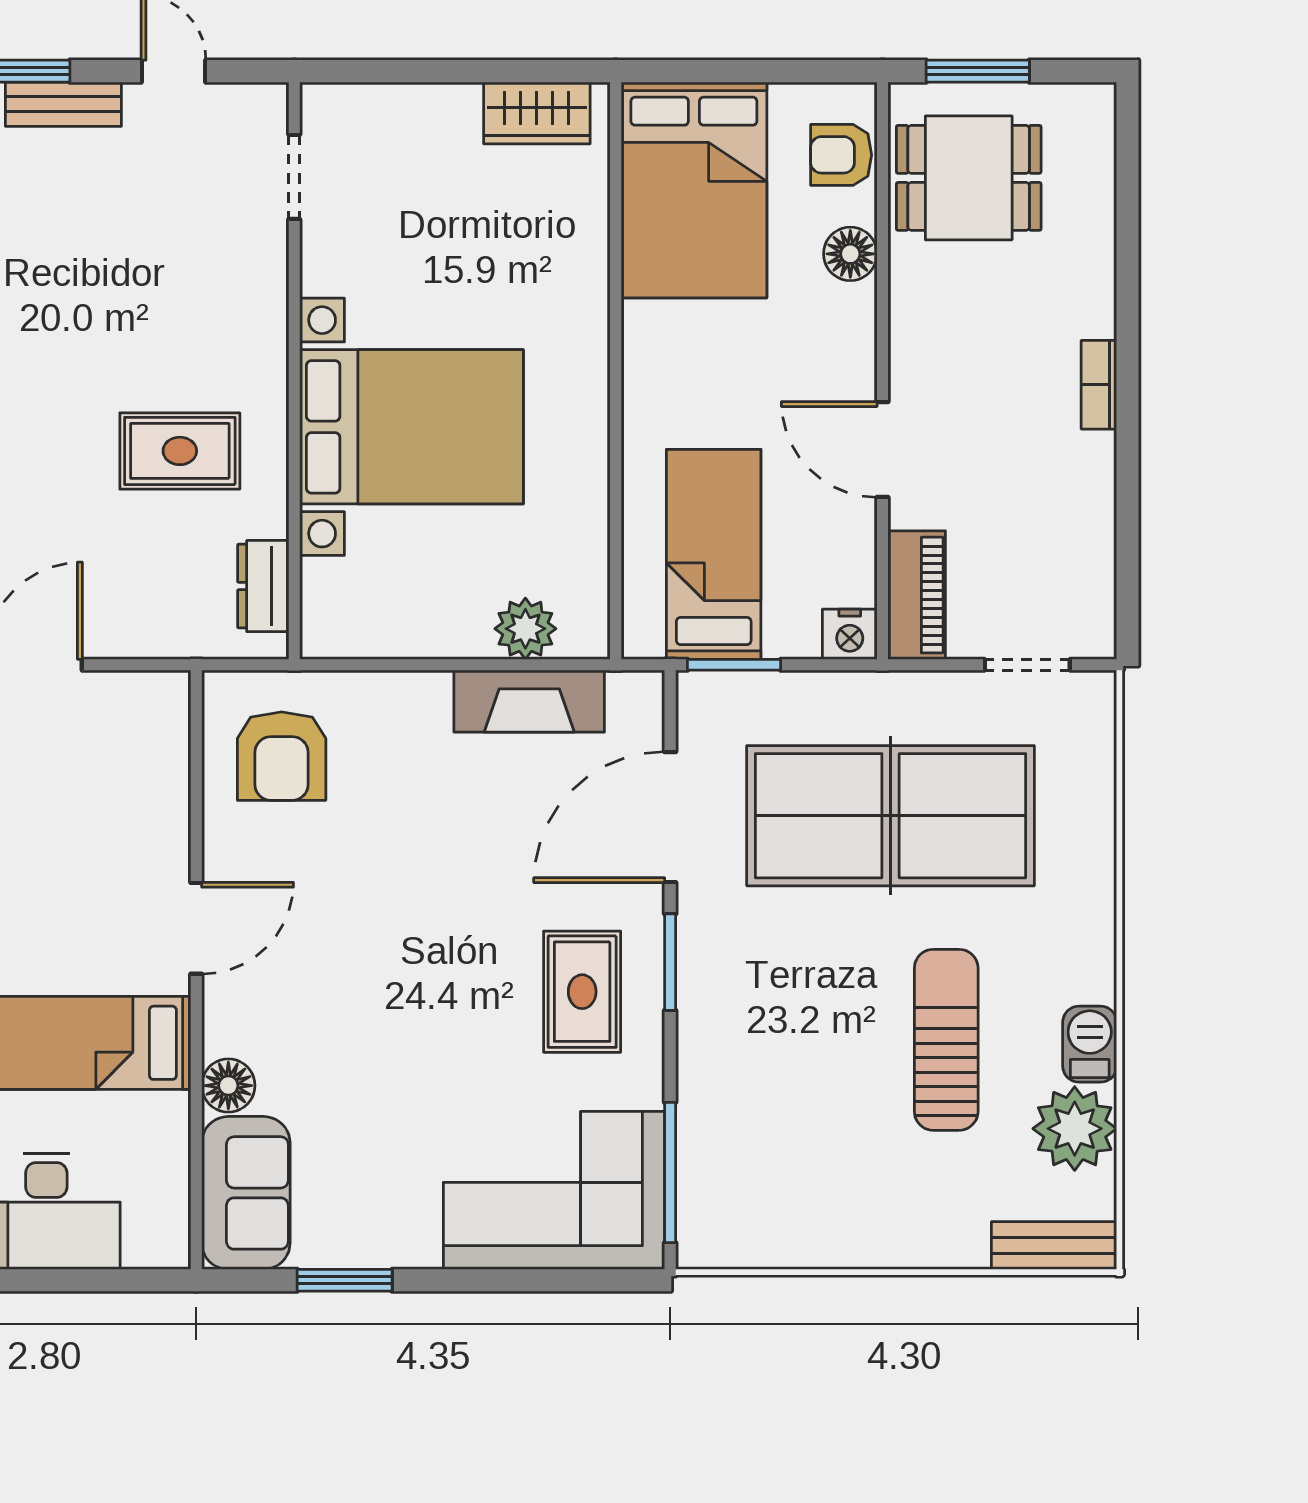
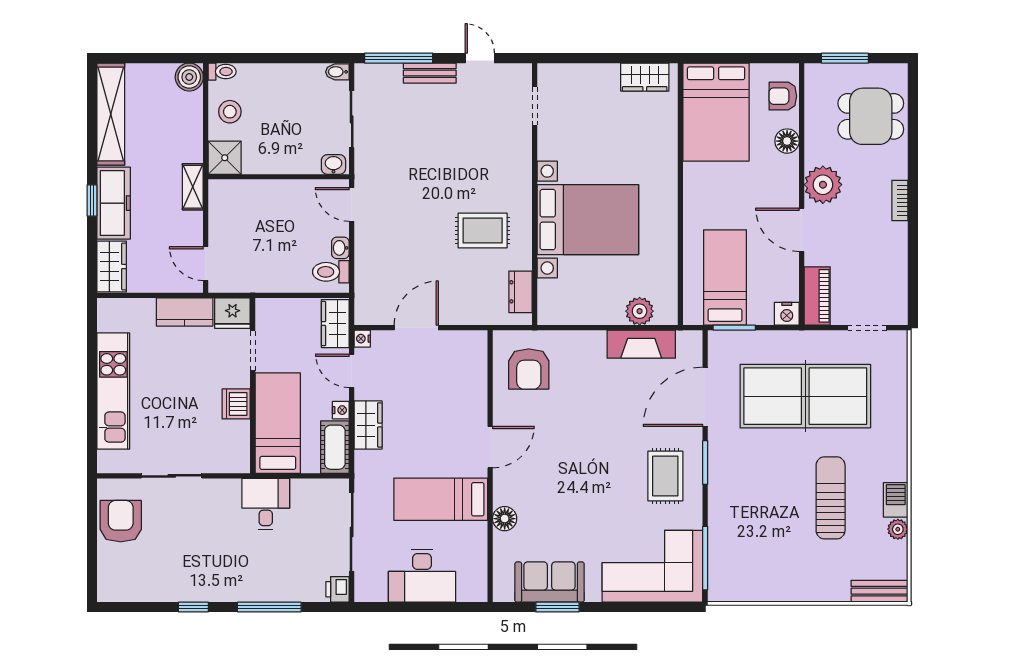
dining table: (969, 178) -> (871, 116), moved
plant: (929, 350) -> (823, 185), added
plant: (1075, 1129) -> (898, 529), width x0.53, depth x0.53
sofa: (246, 1193) -> (549, 582), moved, turned -90

